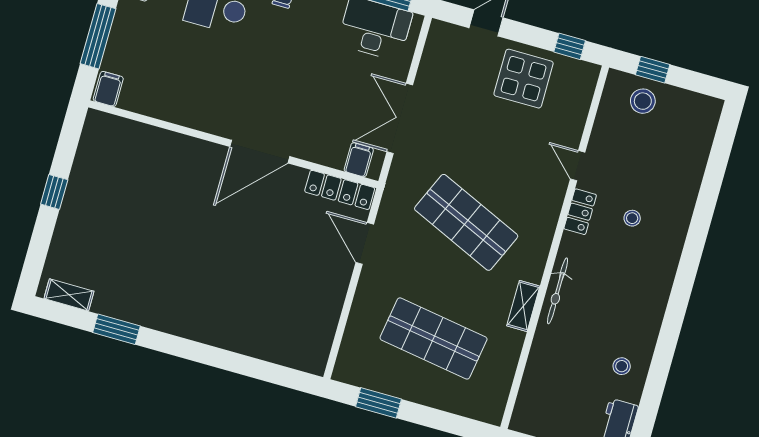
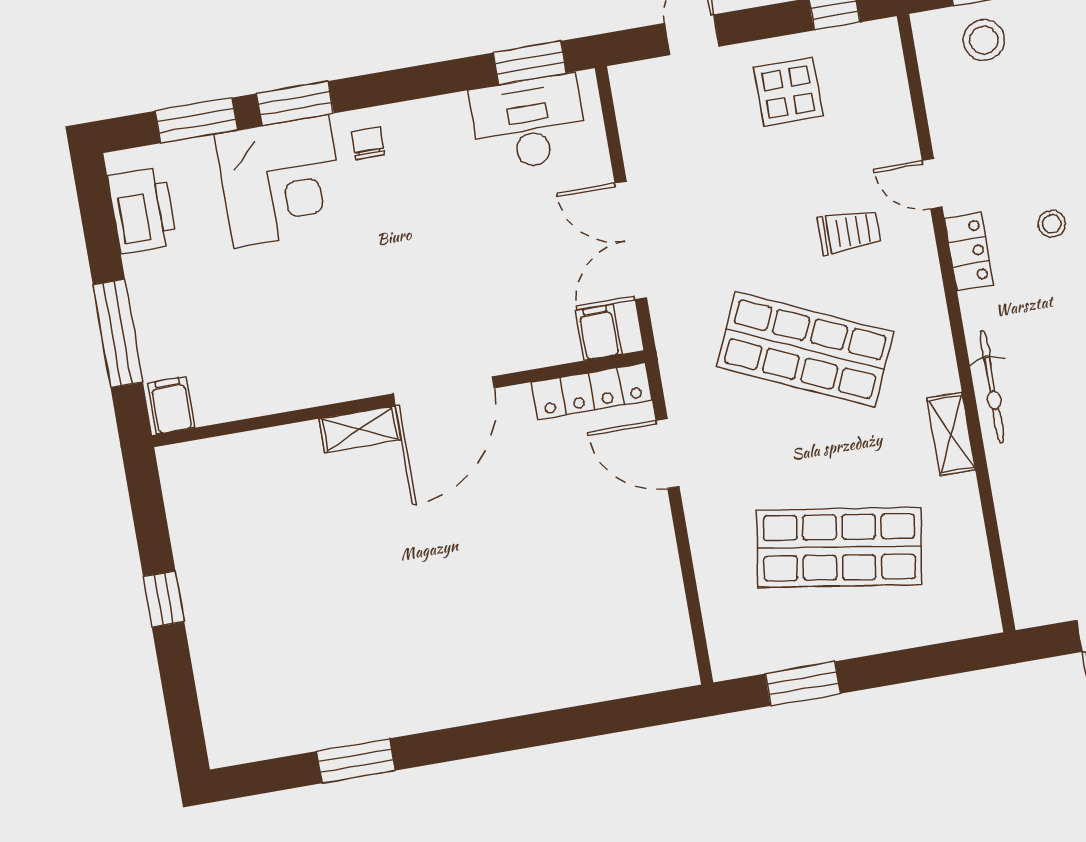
display table: (524, 79) -> (788, 92), width x0.73, depth x0.73
trolley: (520, 170) -> (849, 232), added
shelving: (69, 295) -> (360, 429), moved

